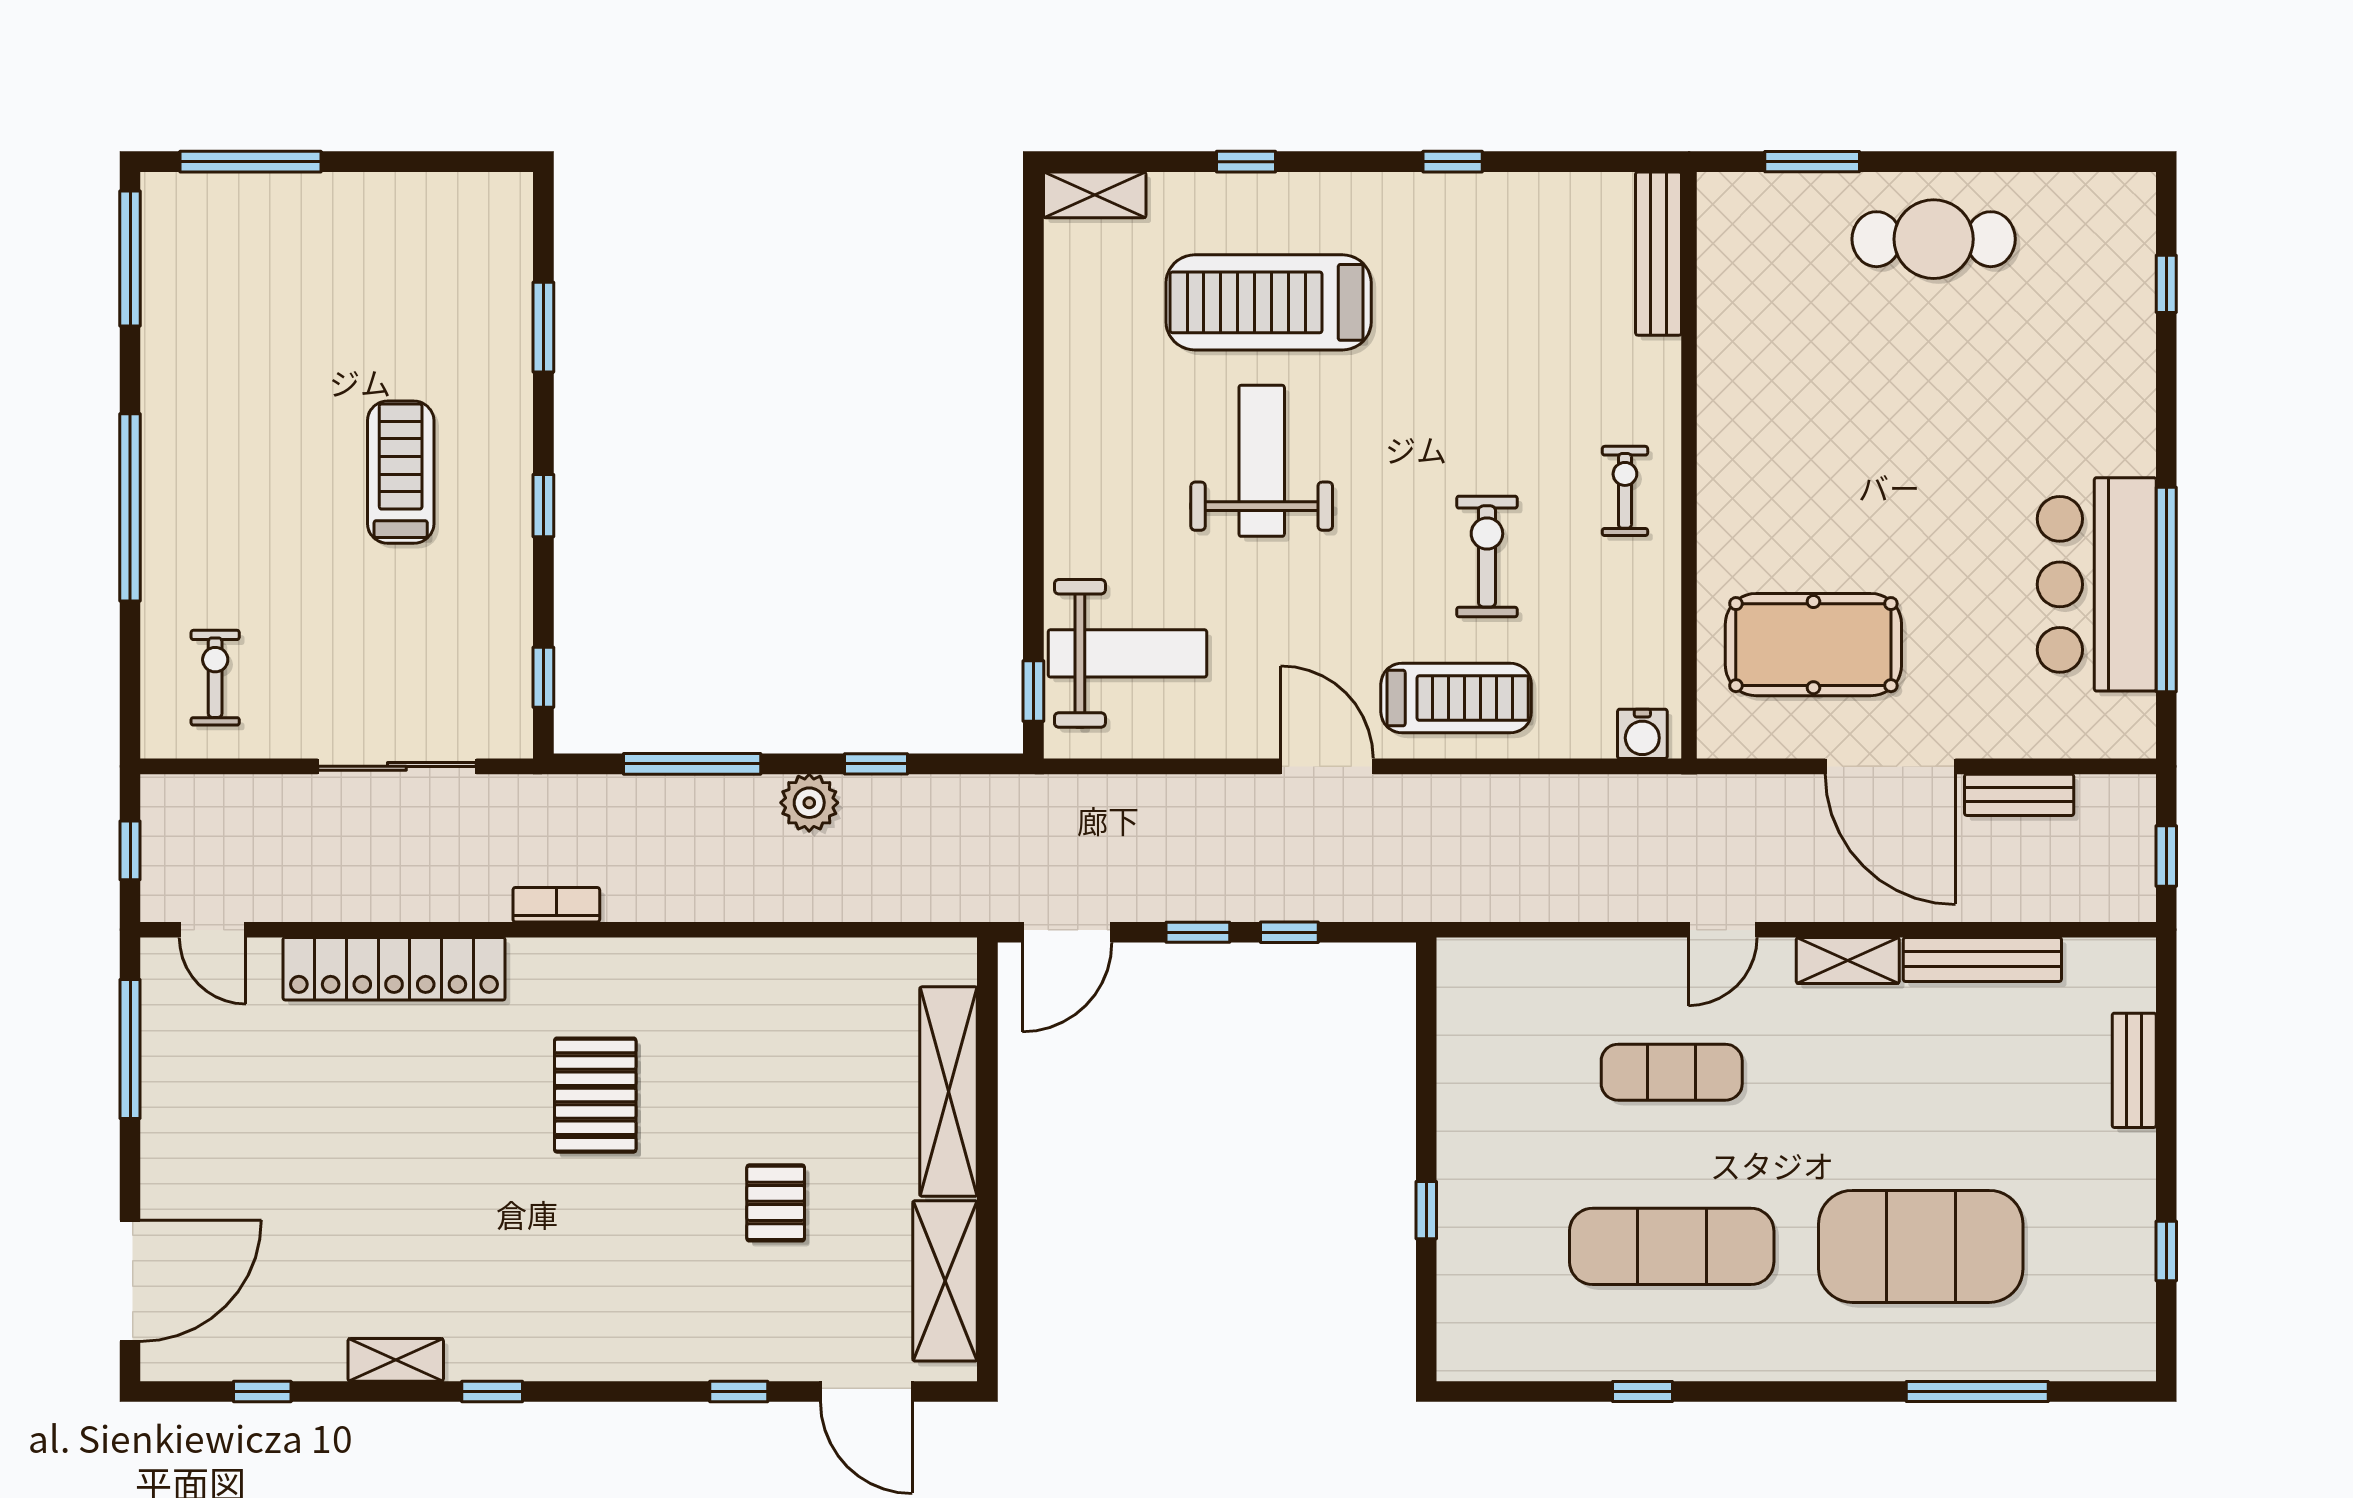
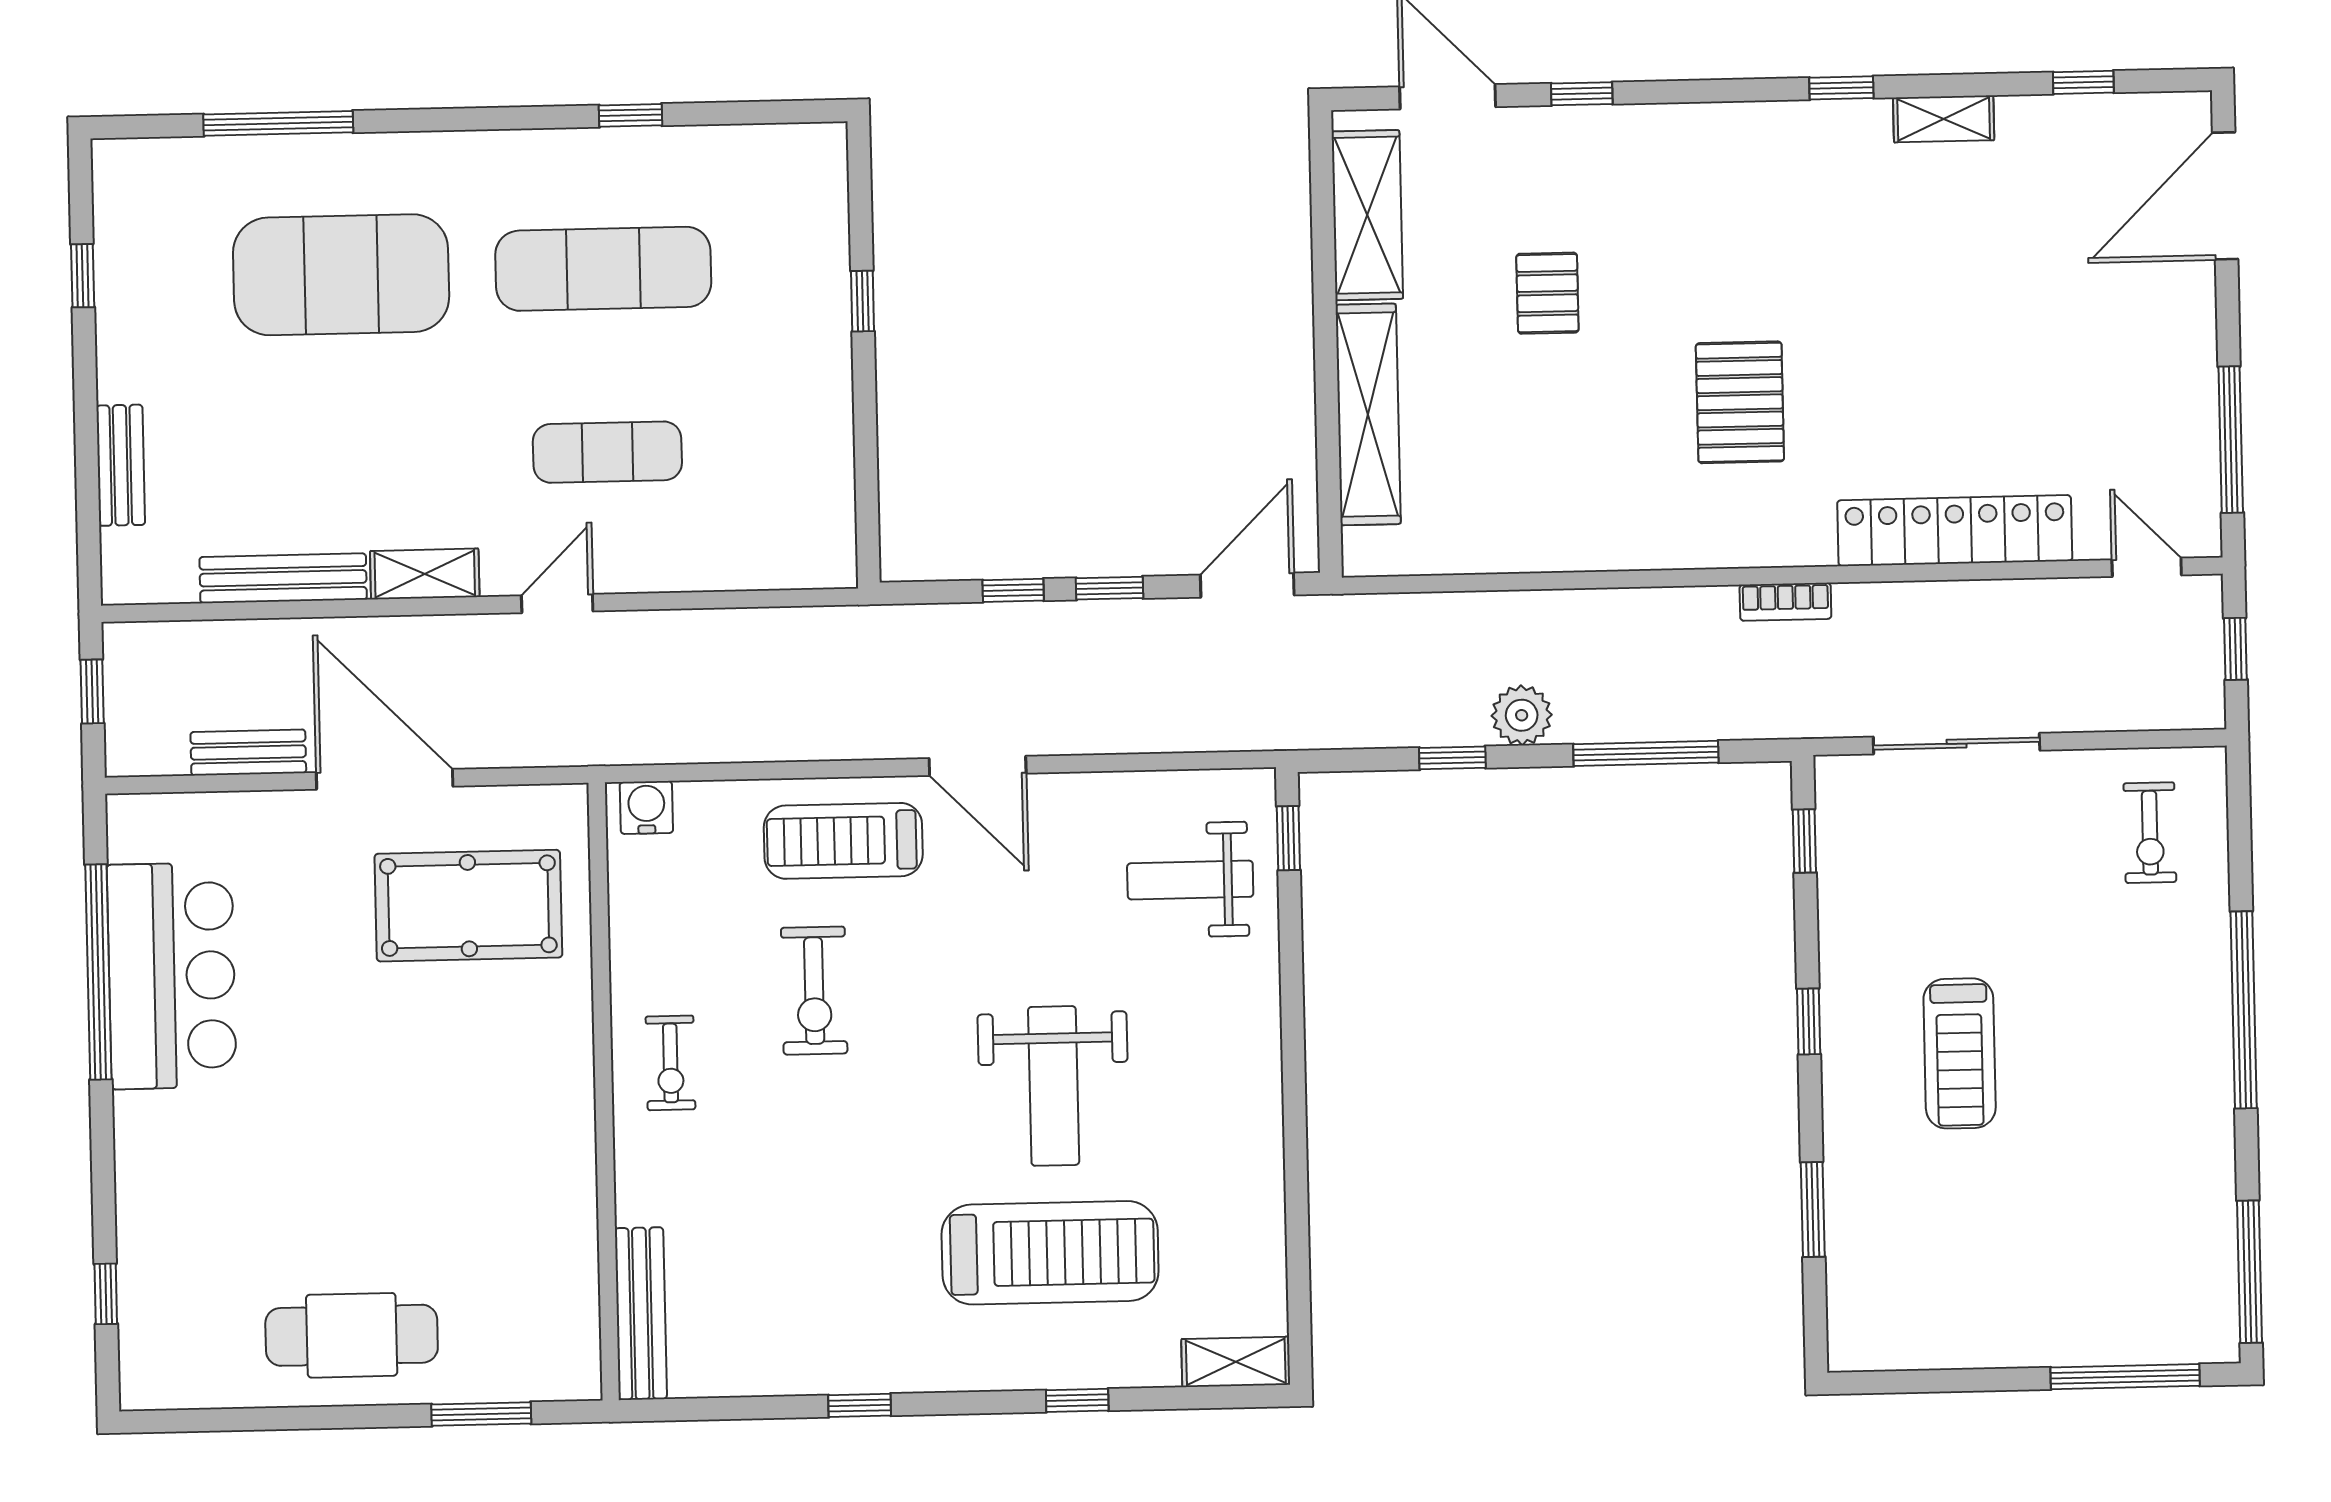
weight bench: (1127, 653) -> (1190, 880), width x0.73, depth x0.75

